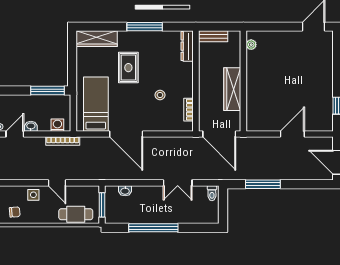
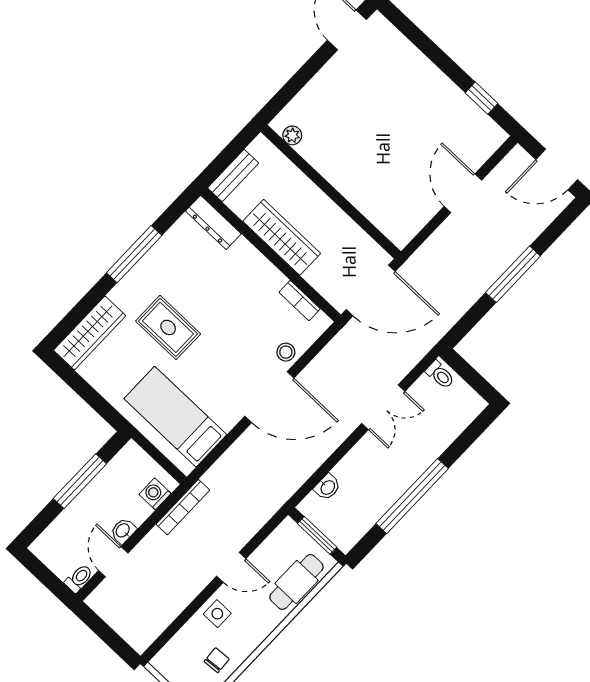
wardrobe: (232, 89) -> (282, 237), moved, turned 180
window: (47, 90) -> (80, 481), moved
stool: (160, 95) -> (286, 352), moved
door: (126, 134) -> (269, 397), moved
window: (263, 184) -> (513, 274), moved

